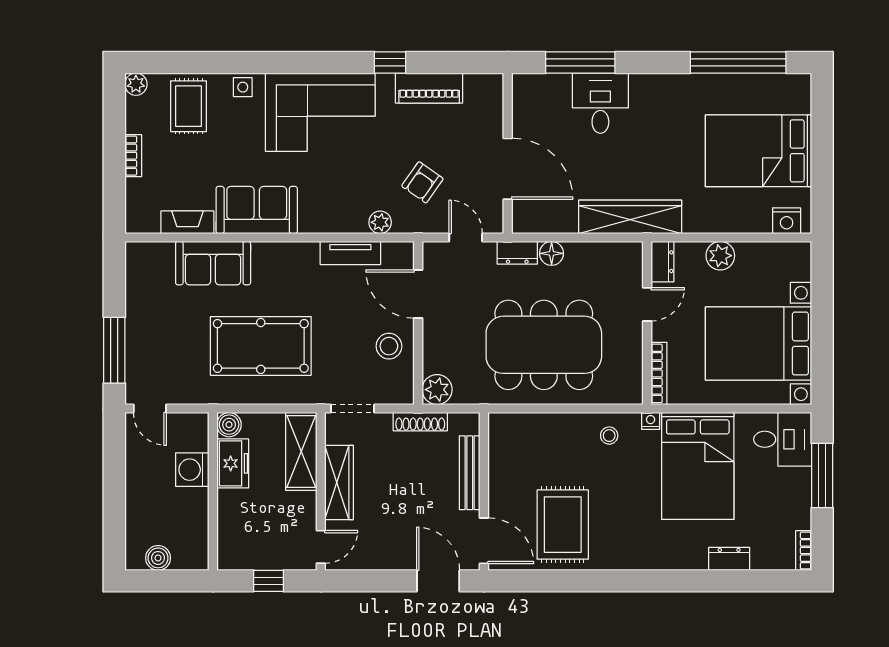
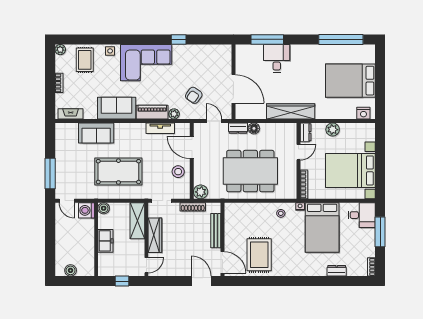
piano: (429, 88) -> (152, 112), moved, turned 180
fireplace: (187, 222) -> (71, 114), moved
freezer: (233, 463) -> (105, 241), moved
washing machine: (192, 470) -> (86, 210), moved

